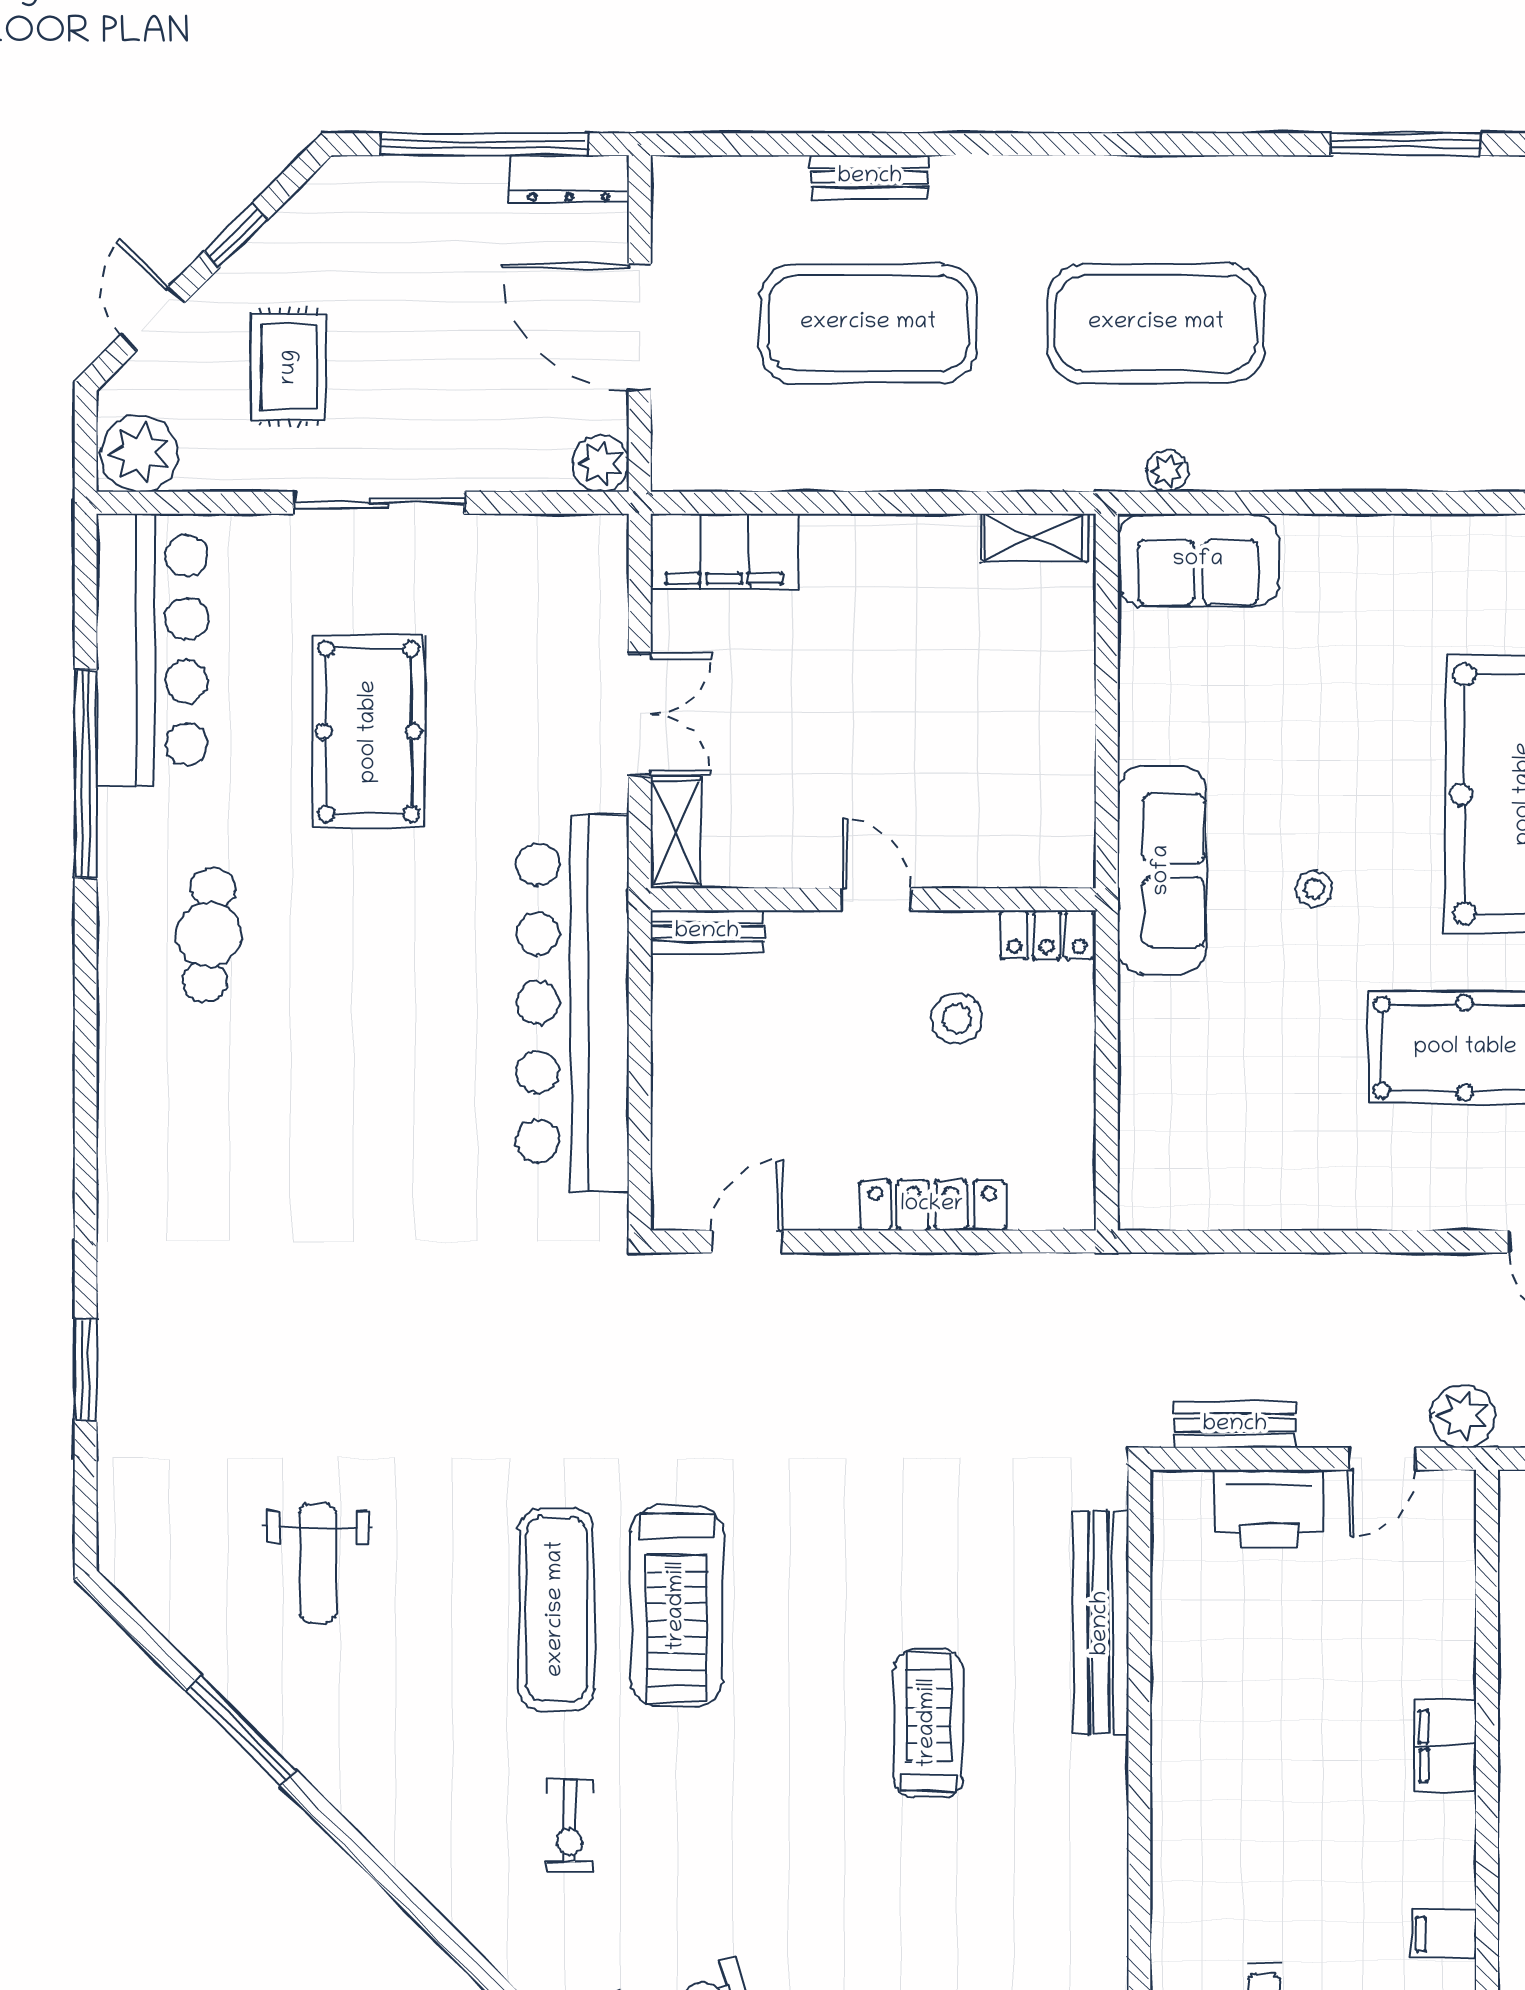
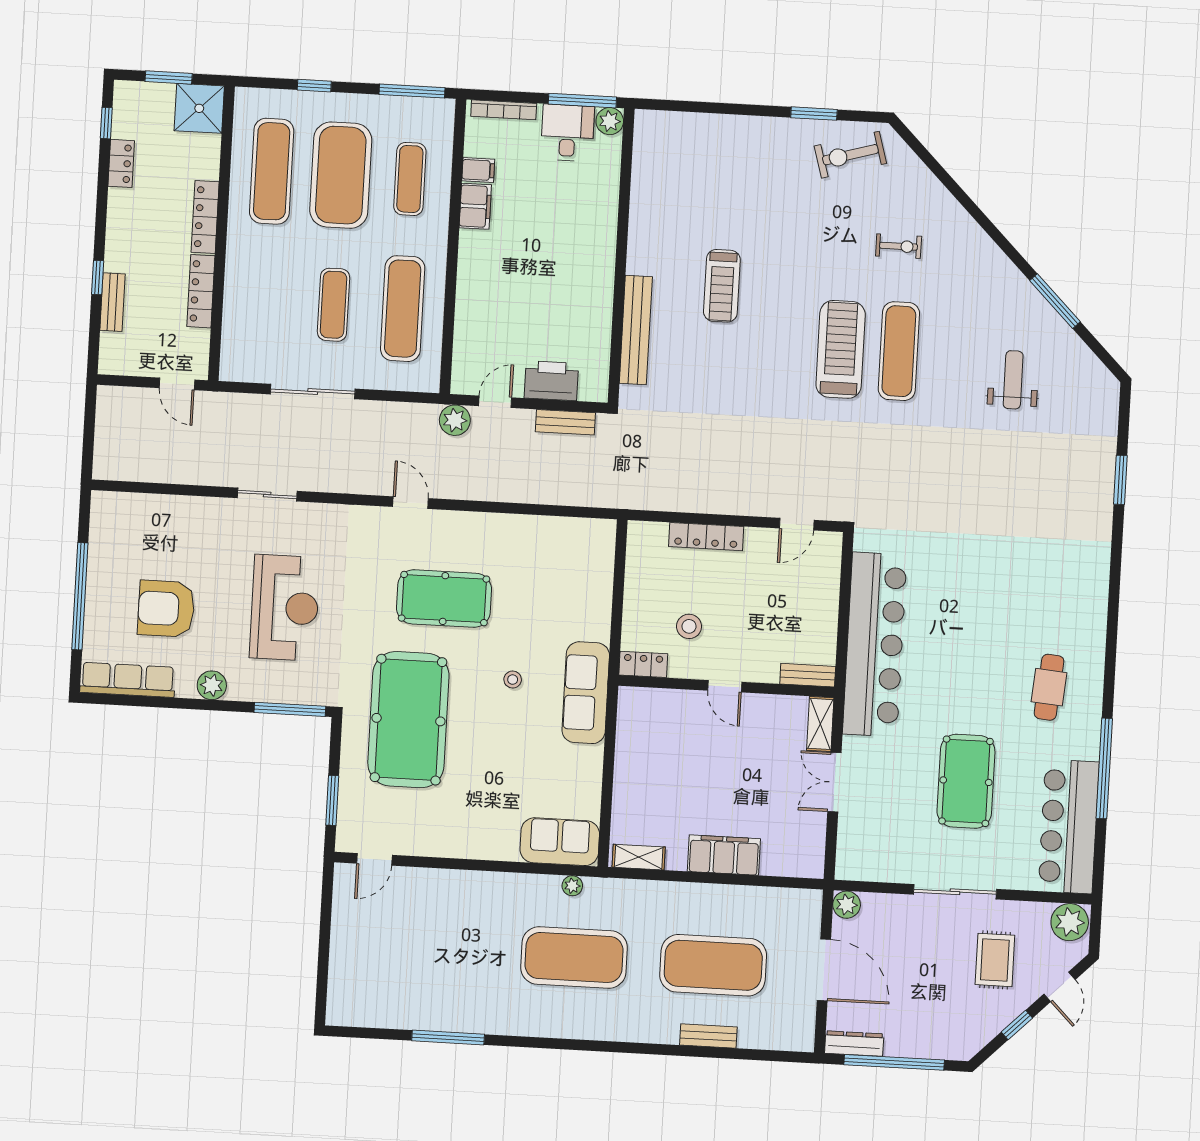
filing cabinet: (724, 552) -> (724, 855), moved
filing cabinet: (1445, 1746) -> (475, 206), moved
exercise bike: (569, 1825) -> (899, 246), turned 90

